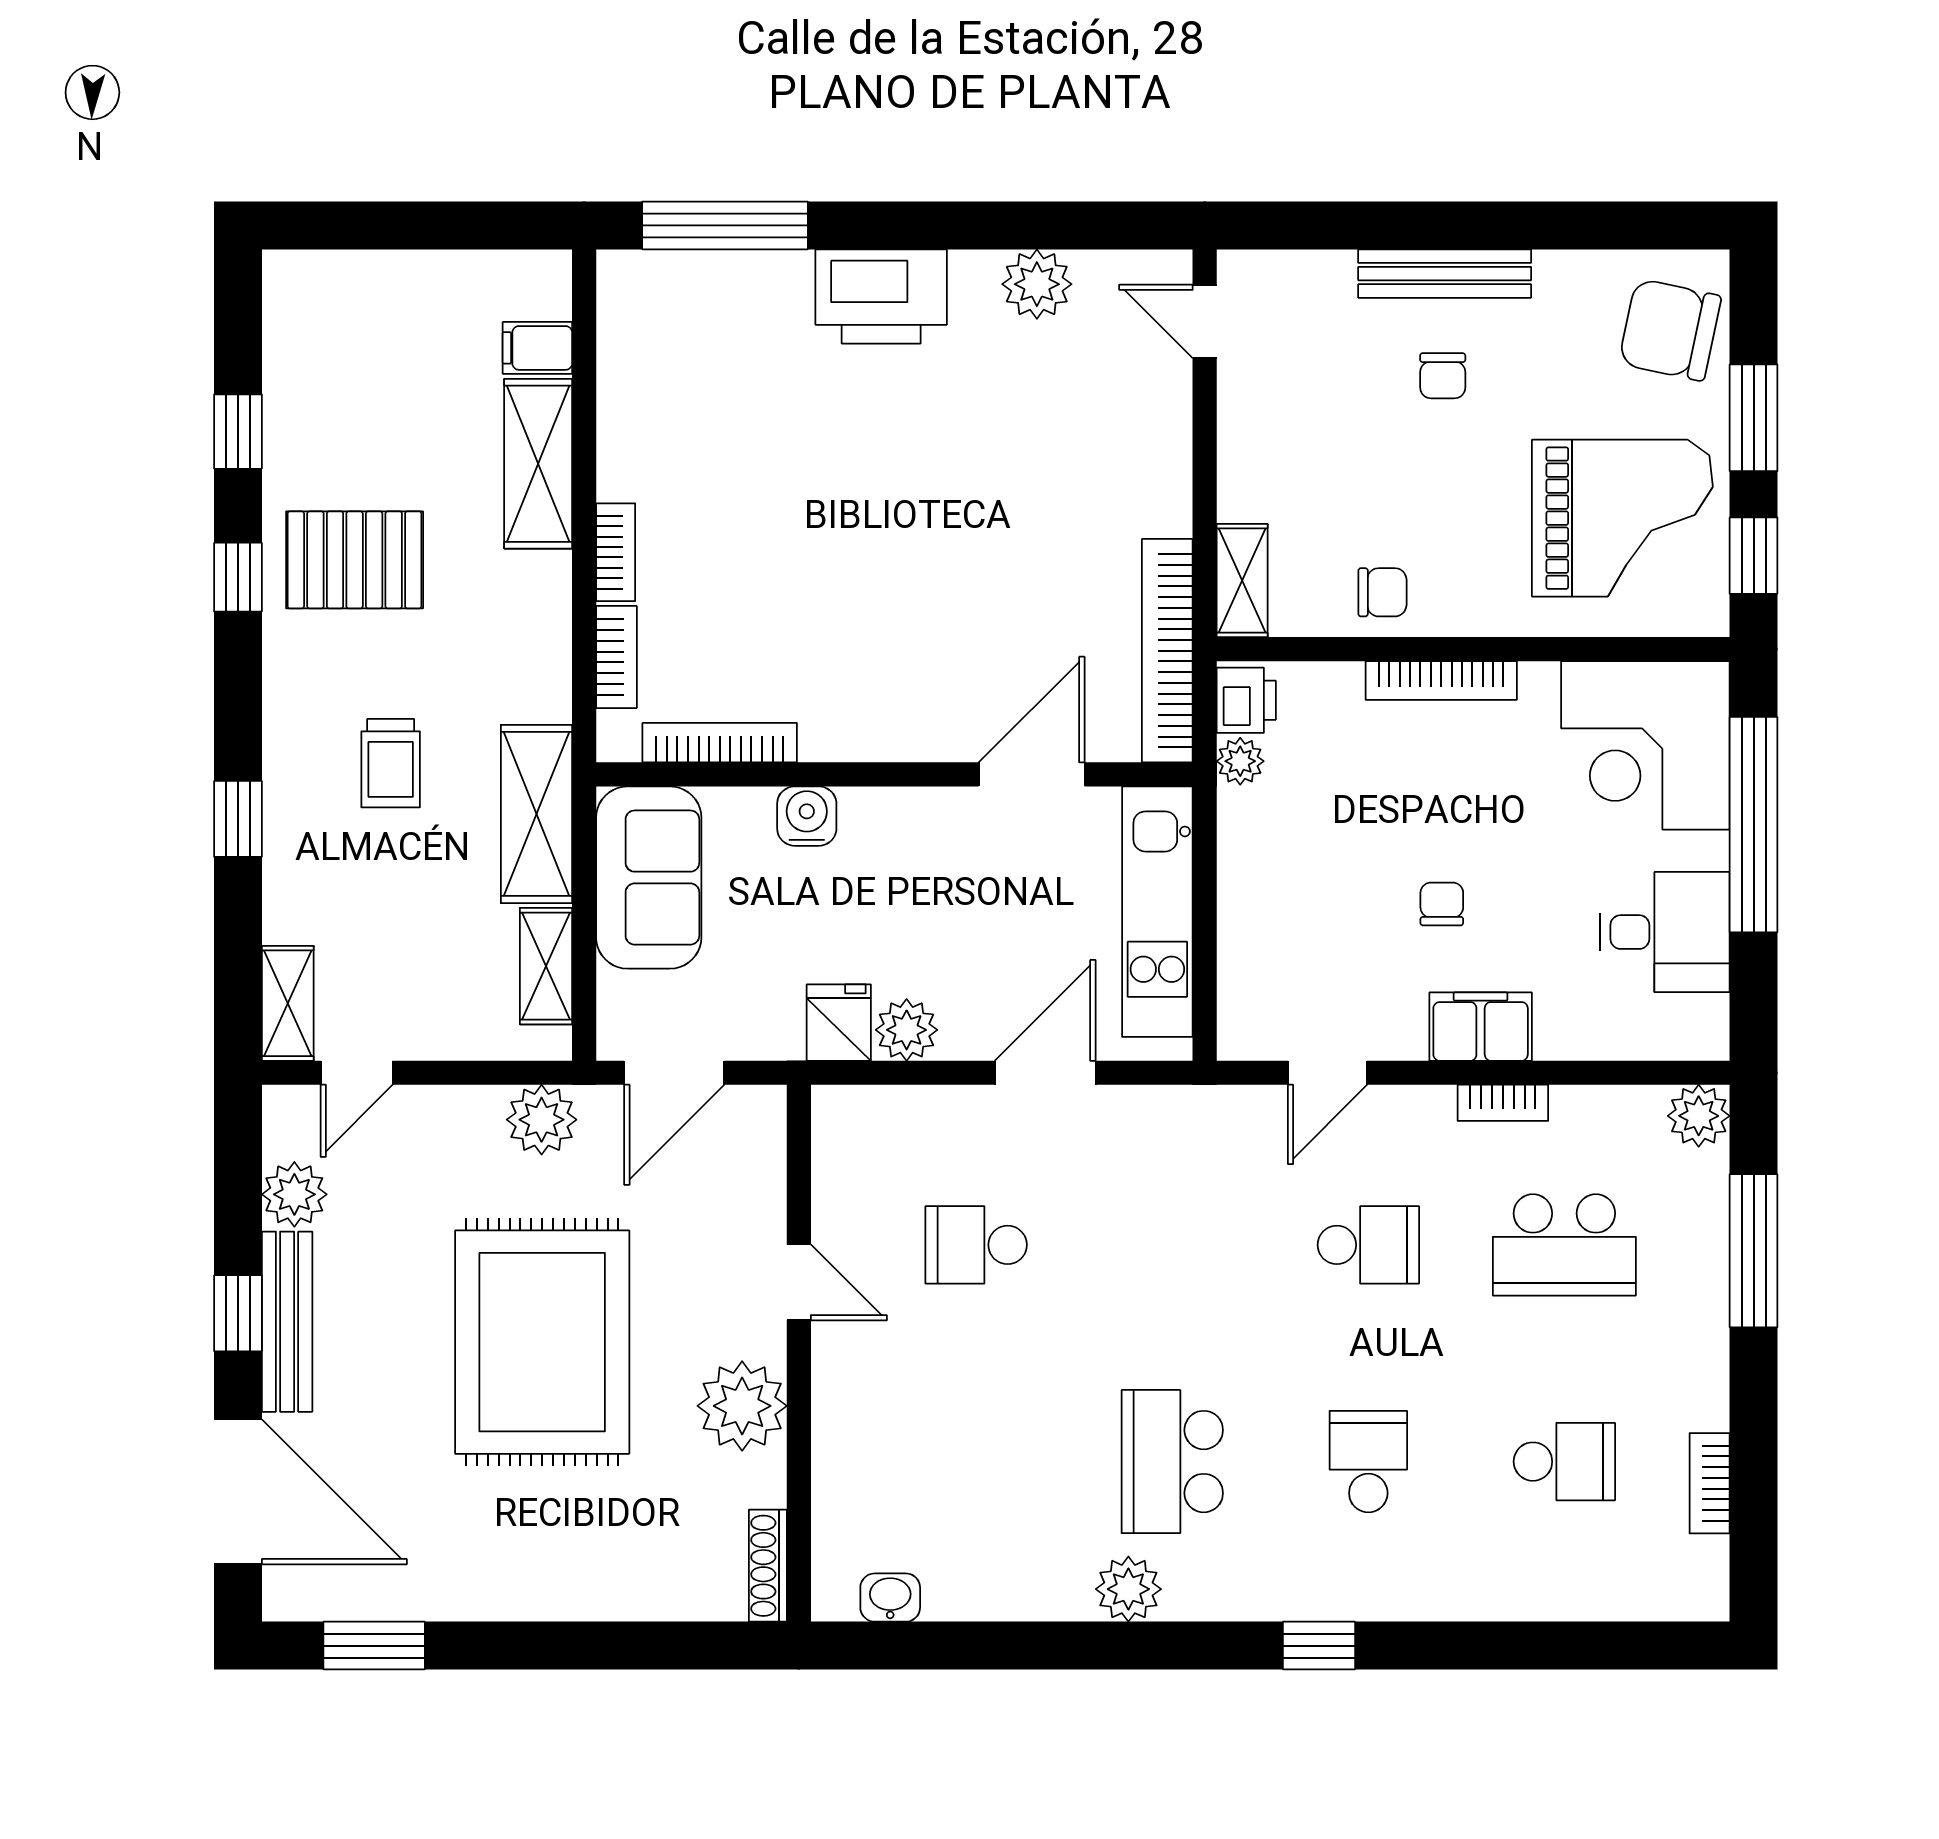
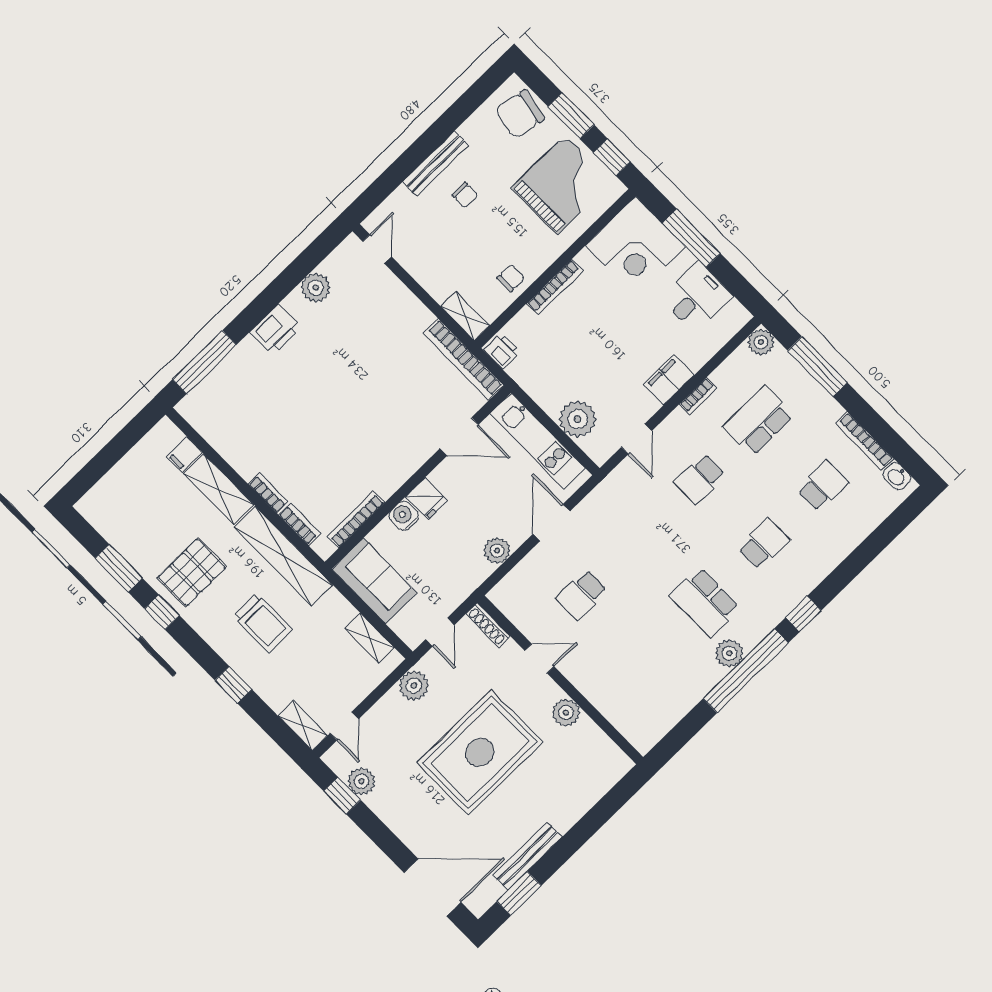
printer: (881, 297) -> (276, 330), width x0.73, depth x0.84
door: (1205, 321) -> (377, 249), swing flipped
window: (238, 432) -> (119, 568), width x1.50
plant: (1240, 761) -> (578, 419), moved, width x1.88, depth x1.88
trolley: (391, 763) -> (263, 623), width x1.36, depth x1.39
door: (1032, 774) -> (459, 437), swing flipped
shelving: (536, 814) -> (283, 556), moved, width x1.47
window: (1754, 825) -> (691, 238), width x0.68
chair: (1442, 904) -> (621, 354), removed
fridge: (839, 1023) -> (426, 499), moved, turned 180
door: (674, 1073) -> (440, 632), width x0.73
school desk: (1368, 1245) -> (700, 479), turned 180
school desk: (1564, 1245) -> (759, 421), turned 180
window: (238, 1313) -> (342, 796), moved
bench: (287, 1322) -> (527, 856), moved, turned 90
rug: (542, 1342) -> (480, 752), turned 90
plant: (742, 1406) -> (566, 713), width x0.73, depth x0.73
school desk: (1368, 1462) -> (764, 544), turned 90
bookcase: (1710, 1483) -> (865, 441), width x1.56
shoe rack: (768, 1566) -> (488, 625), moved
washbasin: (890, 1598) -> (897, 476), moved, turned -90
window: (1128, 1646) -> (746, 671), added

